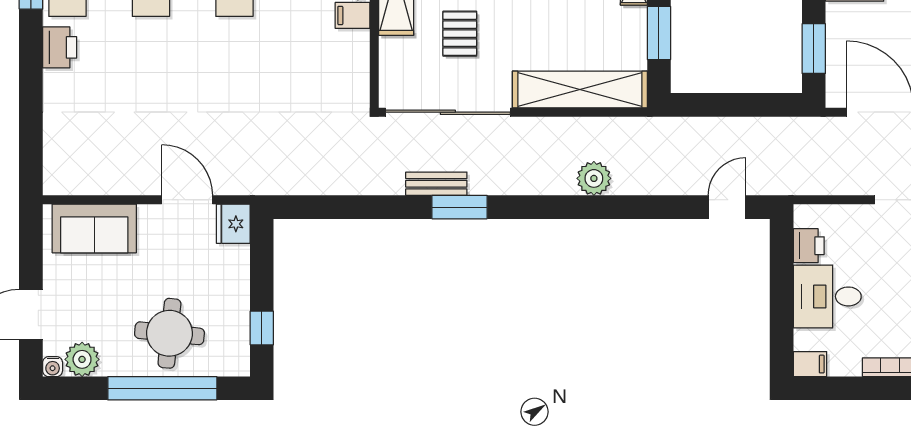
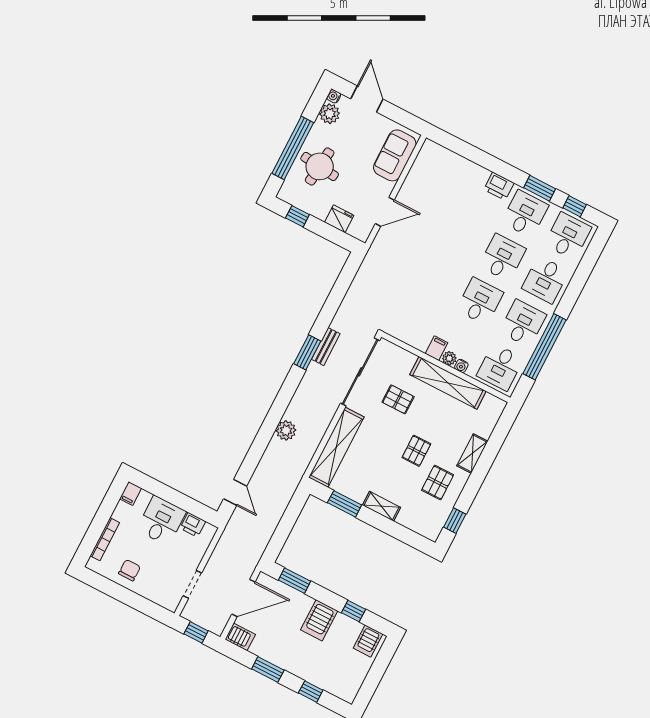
fridge: (233, 224) -> (339, 219), moved

